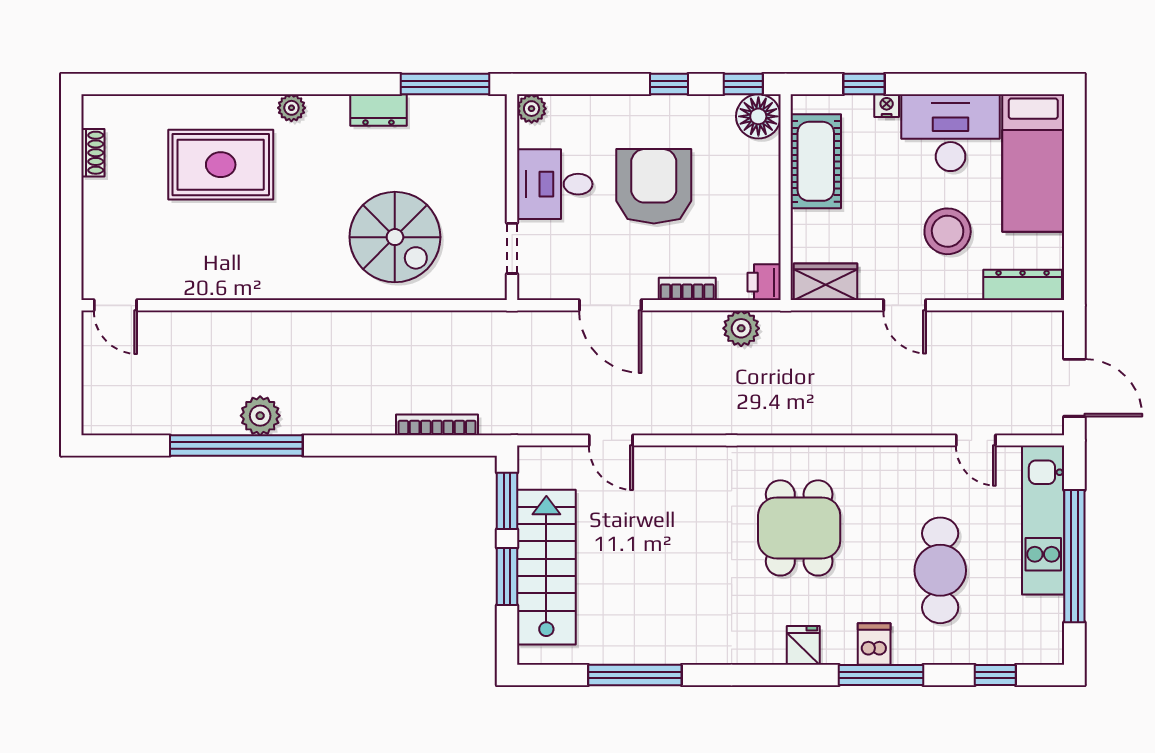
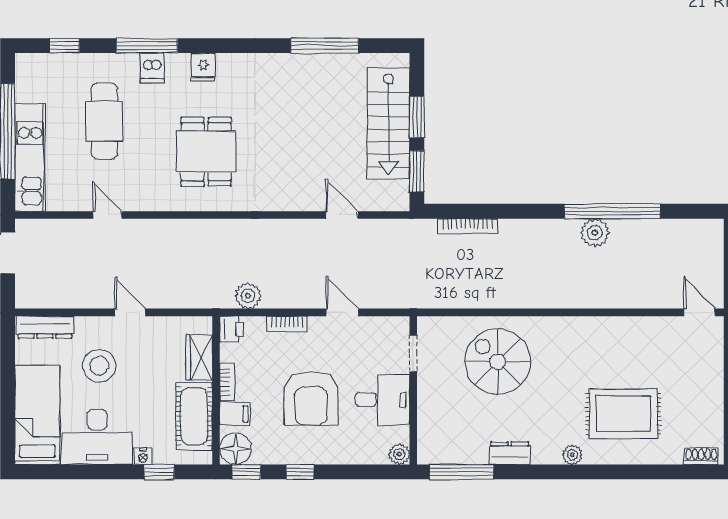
shoe rack: (93, 153) -> (701, 456), moved, turned 90
filing cabinet: (759, 165) -> (235, 414), added
bookcase: (770, 209) -> (227, 382), added
wardrobe: (826, 282) -> (199, 357), moved, turned 90
door: (610, 305) -> (342, 312), width x0.73
door: (976, 440) -> (107, 215), moved

